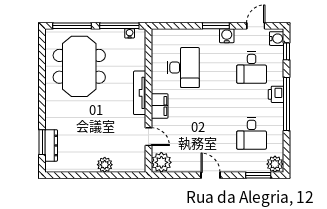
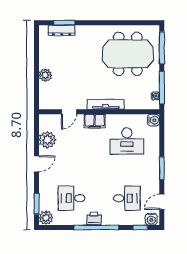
door: (256, 26) -> (162, 202), swing flipped
water cooler: (227, 36) -> (153, 120), moved
desk: (252, 68) -> (127, 198), turned 180
printer: (276, 94) -> (94, 219), moved
plant: (161, 162) -> (47, 140), moved

